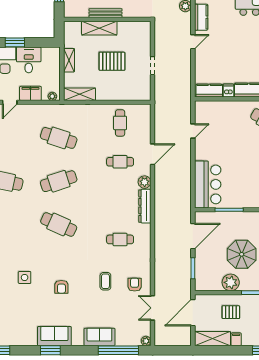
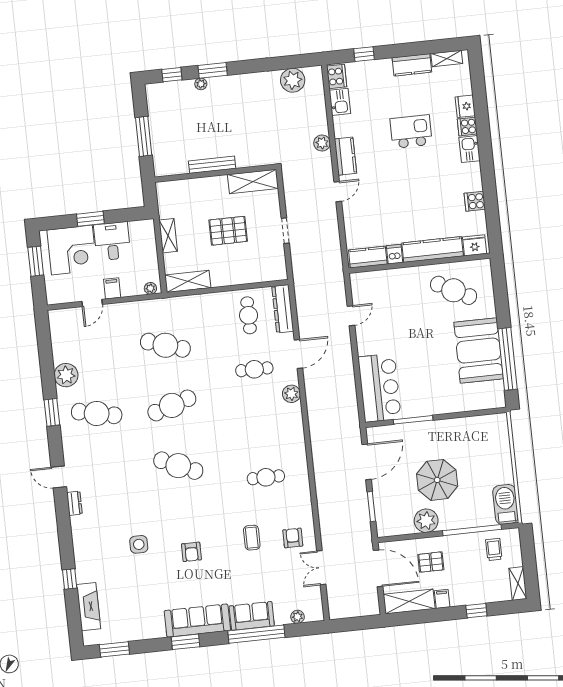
shelving: (99, 28) -> (253, 181), moved
filing cabinet: (30, 93) -> (112, 288), width x0.50
dresser: (145, 206) -> (283, 309), moved
door: (193, 313) -> (378, 568), swing flipped
sofa: (54, 336) -> (197, 621), width x1.36
plant: (146, 341) -> (298, 617), moved
window: (118, 350) -> (256, 634), moved

